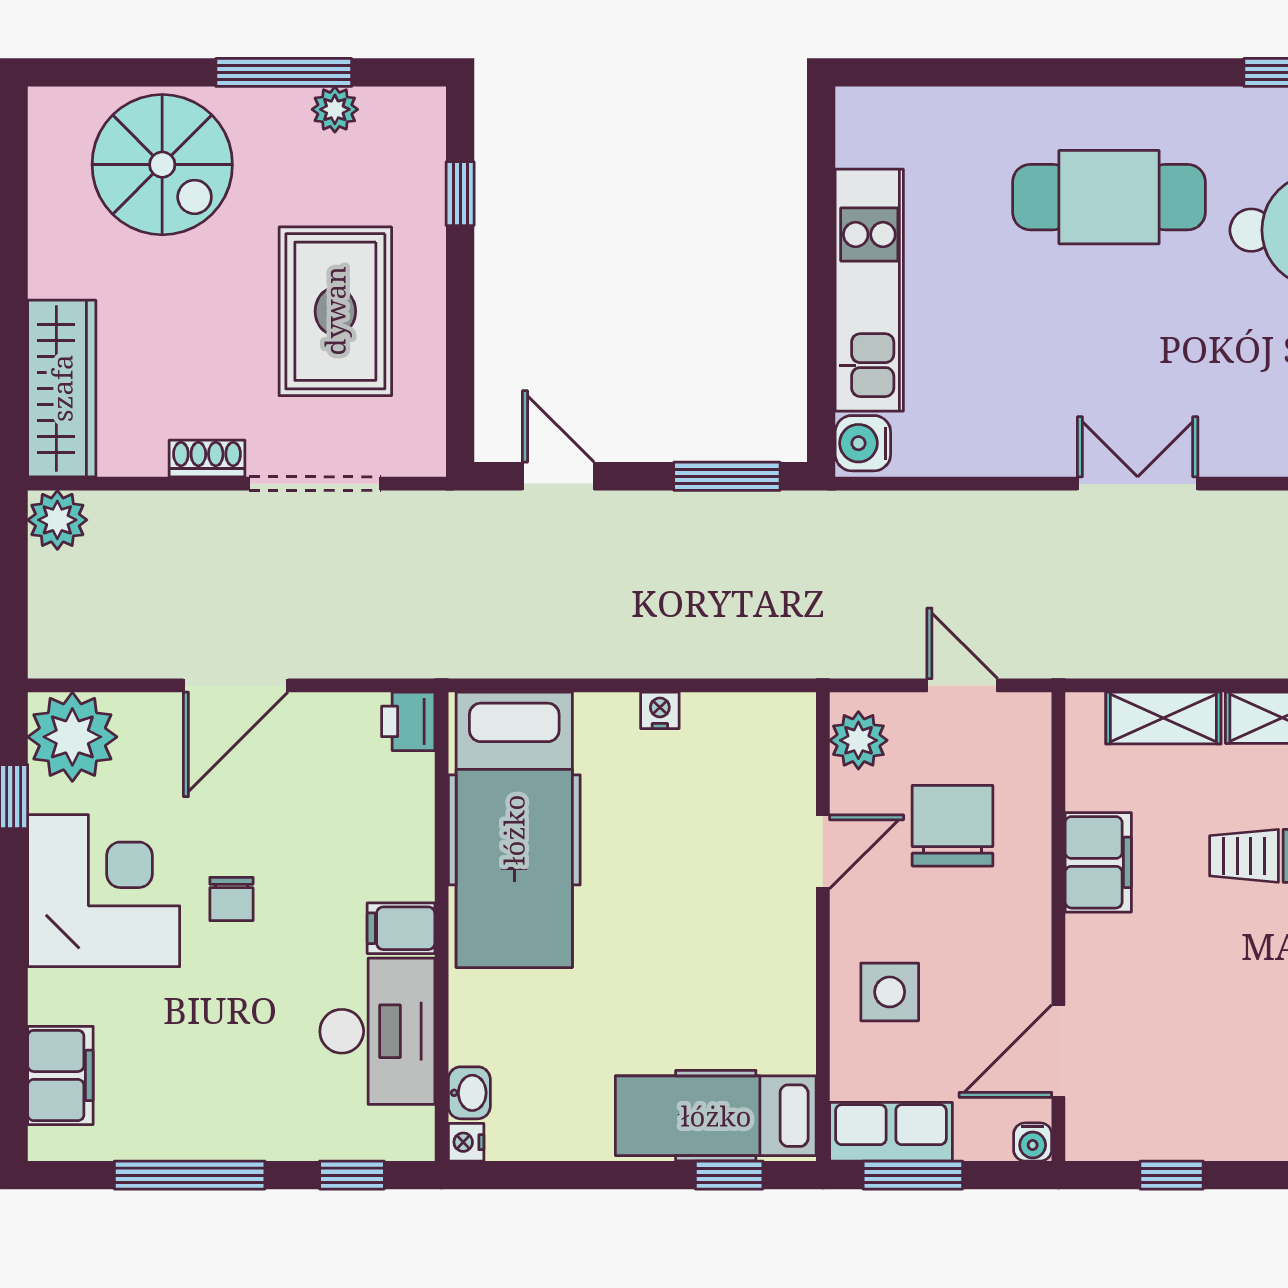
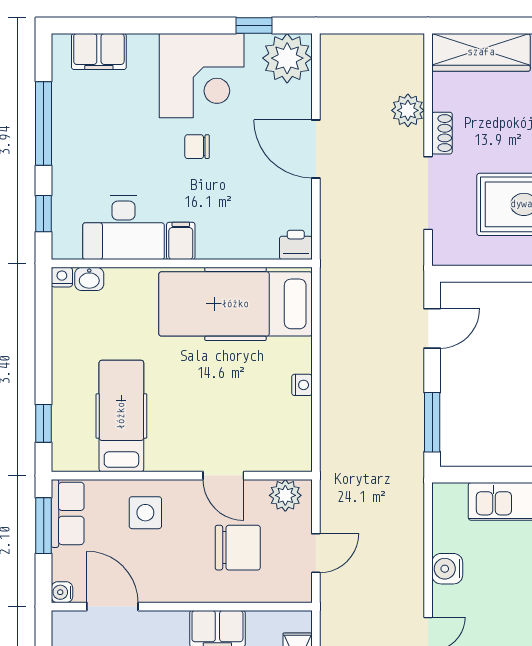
water cooler: (863, 443) -> (447, 569), moved, turned -90
plant: (57, 520) -> (408, 110), moved
hospital bed: (716, 1116) -> (121, 416), moved

